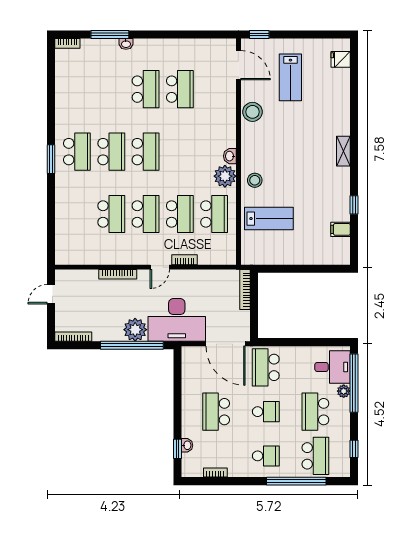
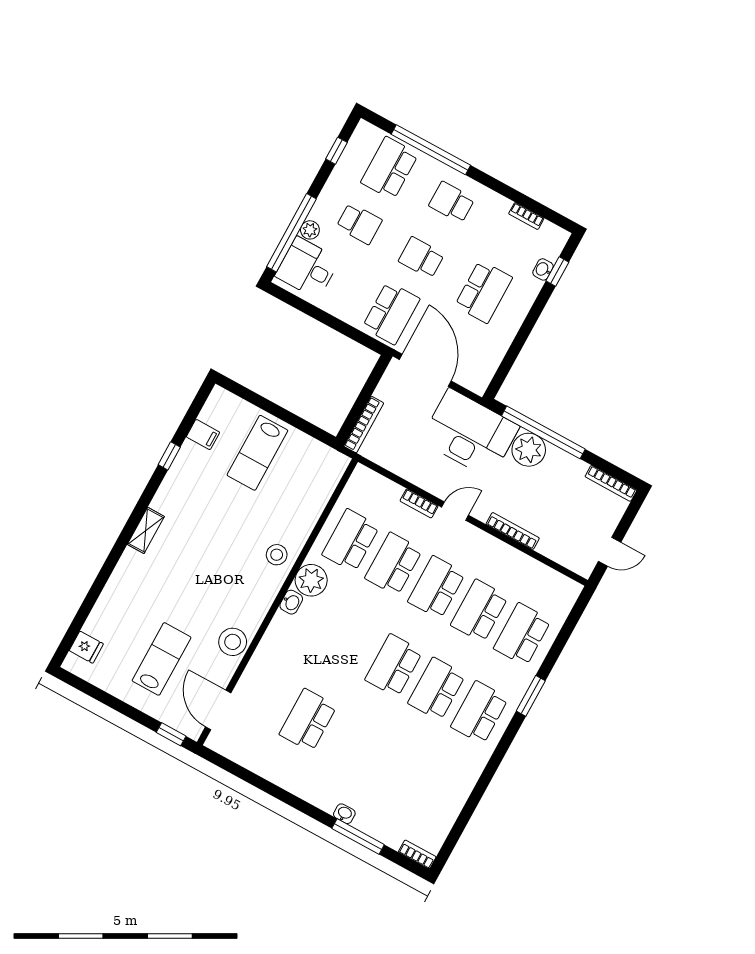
school desk: (146, 89) -> (522, 634), moved
window: (51, 159) -> (531, 696), moved
lab bench: (269, 219) -> (257, 453), moved, turned -90
school desk: (315, 412) -> (359, 224), width x0.54

